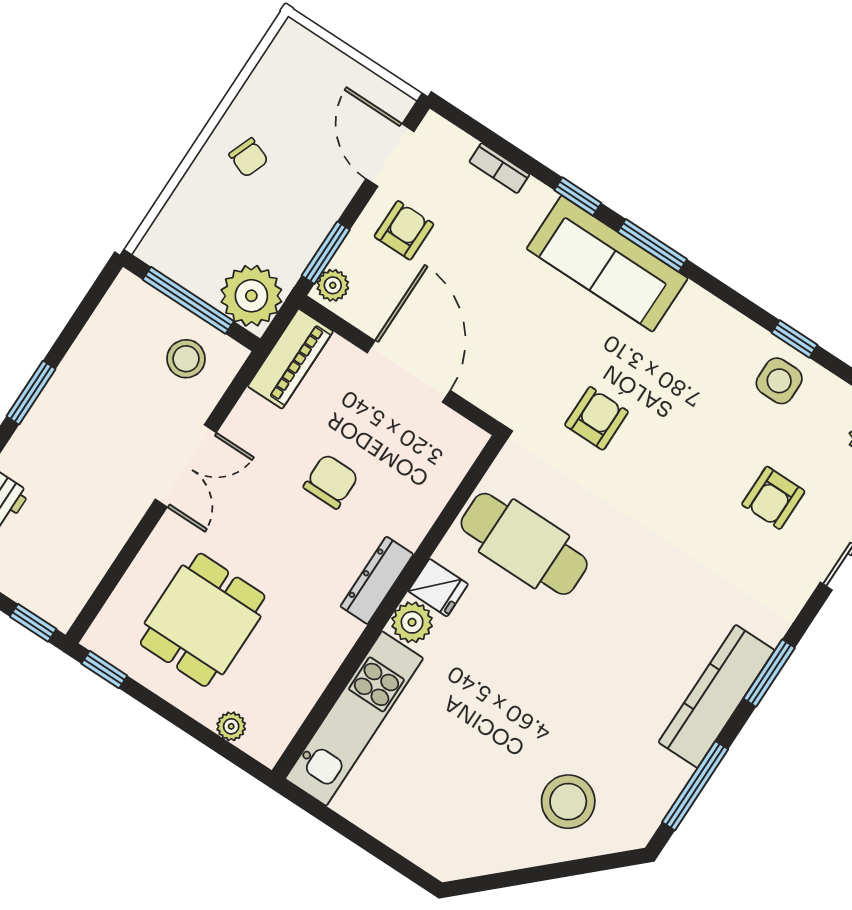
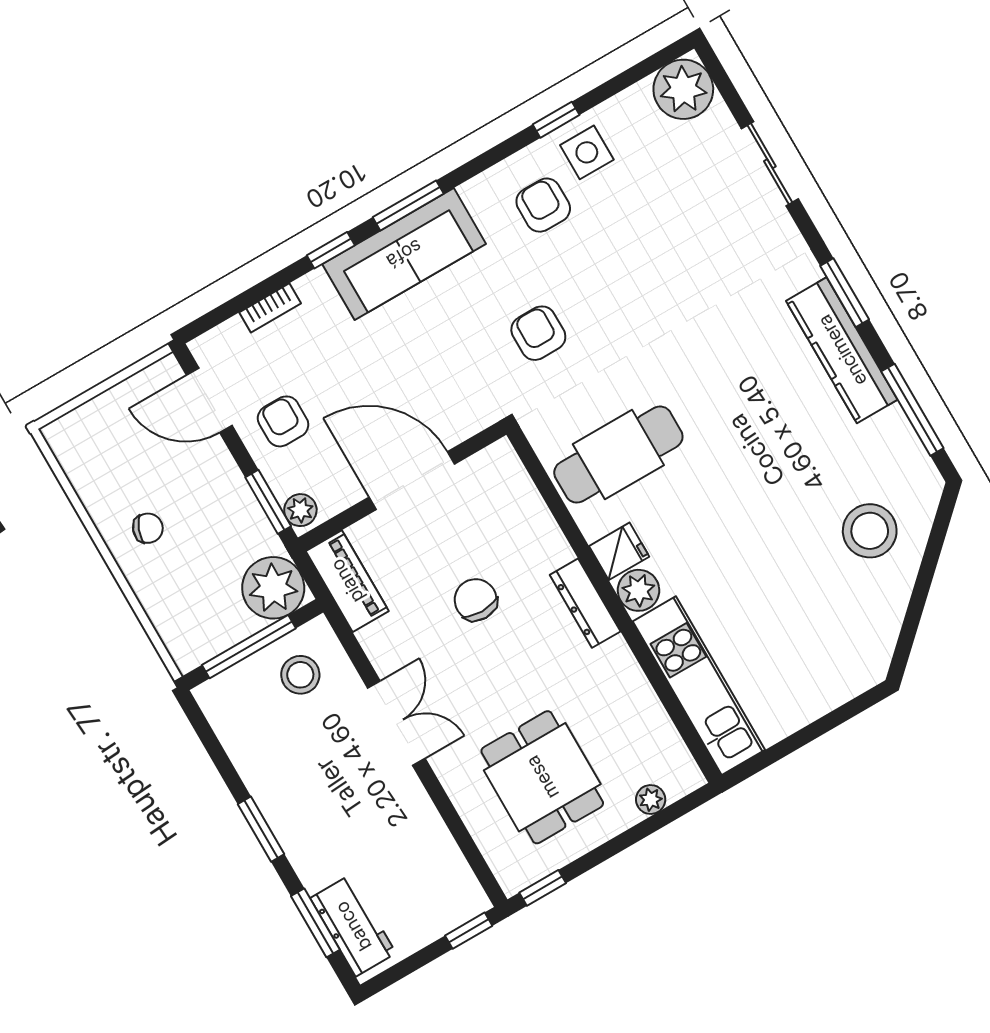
armchair: (773, 498) -> (543, 205), moved, turned 180

